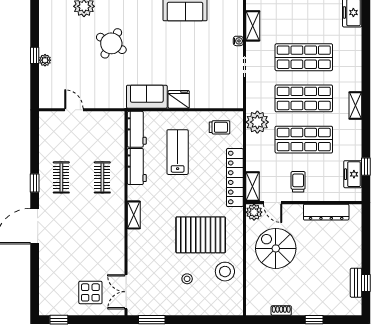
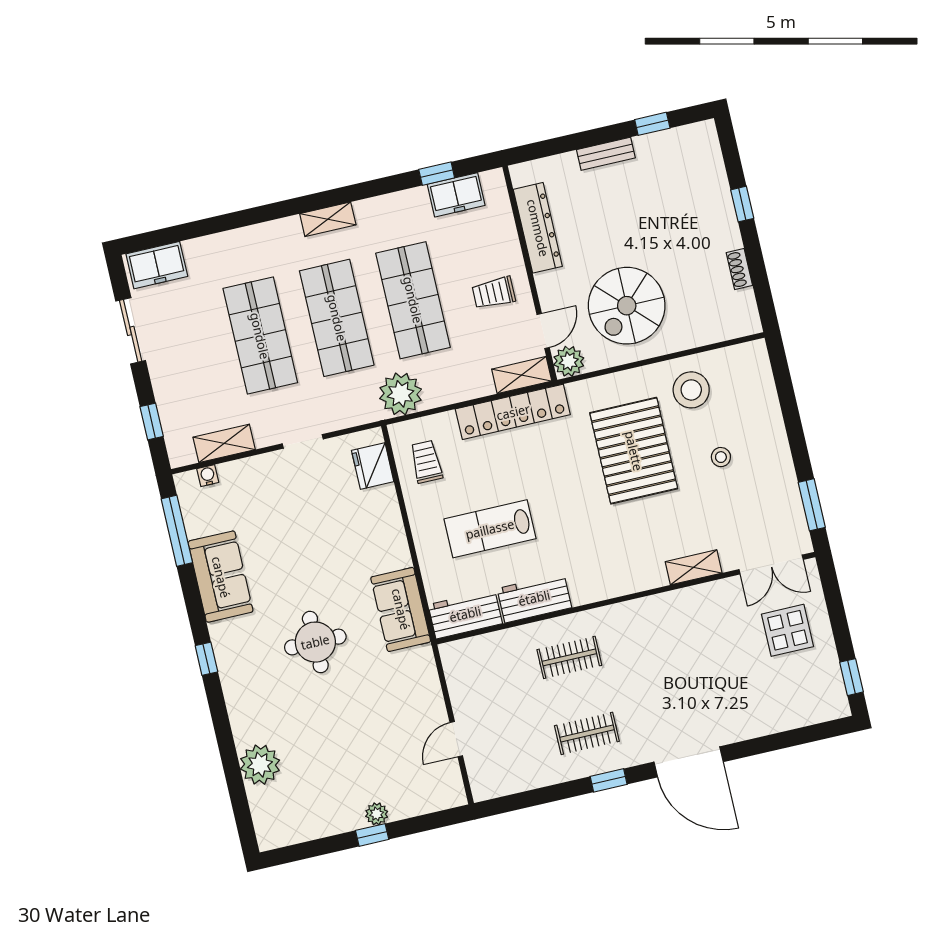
water cooler: (238, 41) -> (208, 476), moved
round table: (111, 43) -> (315, 642), moved, turned -30
fridge: (179, 99) -> (373, 466), moved
shelving: (134, 215) -> (694, 567), moved
bench: (356, 283) -> (606, 154), moved

